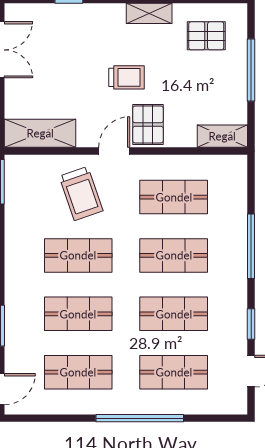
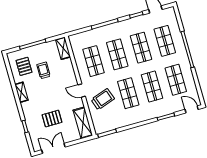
trolley: (127, 77) -> (43, 70), moved
pallet: (148, 124) -> (52, 119), moved

